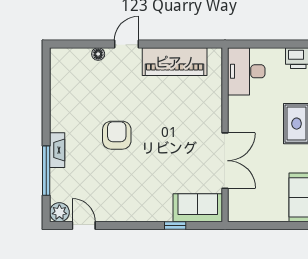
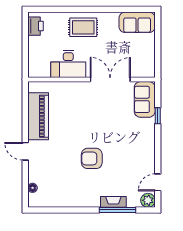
floor lamp: (98, 54) -> (33, 188), moved
desk: (246, 71) -> (68, 64), moved
fireplace: (57, 150) -> (113, 202), moved

